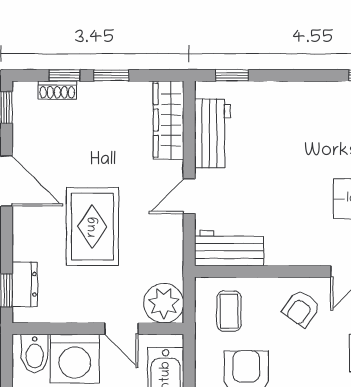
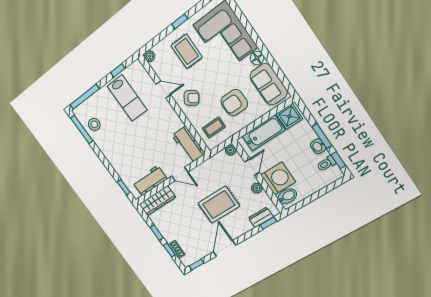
plant: (164, 303) -> (231, 150), width x0.53, depth x0.53
plant: (80, 312) -> (257, 188), added

